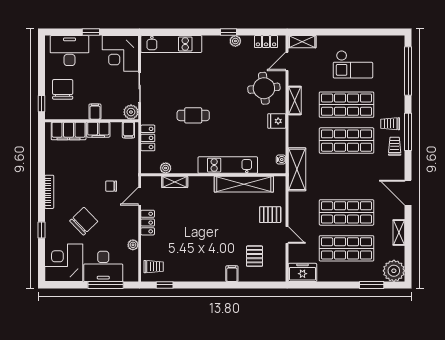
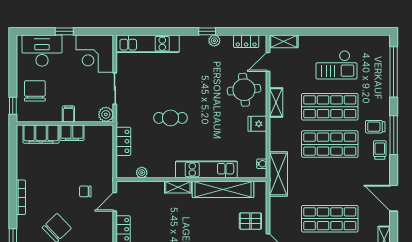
filing cabinet: (128, 130) -> (103, 133), removed
shelving: (175, 182) -> (178, 187), moved

